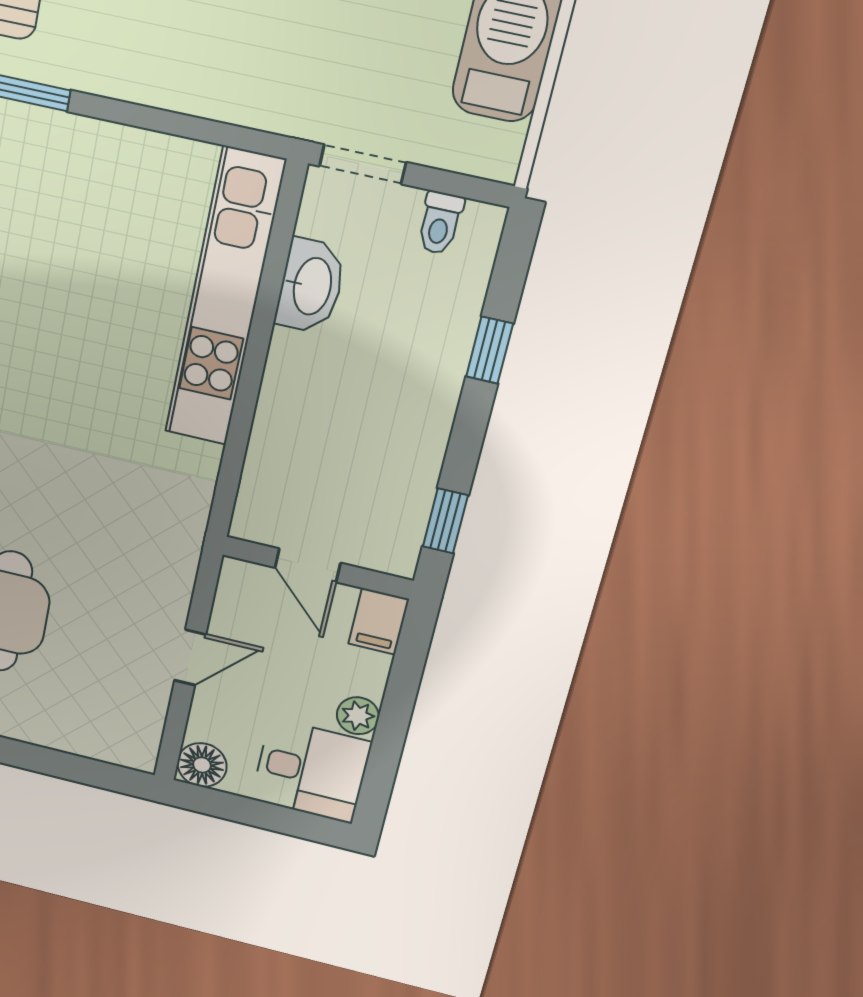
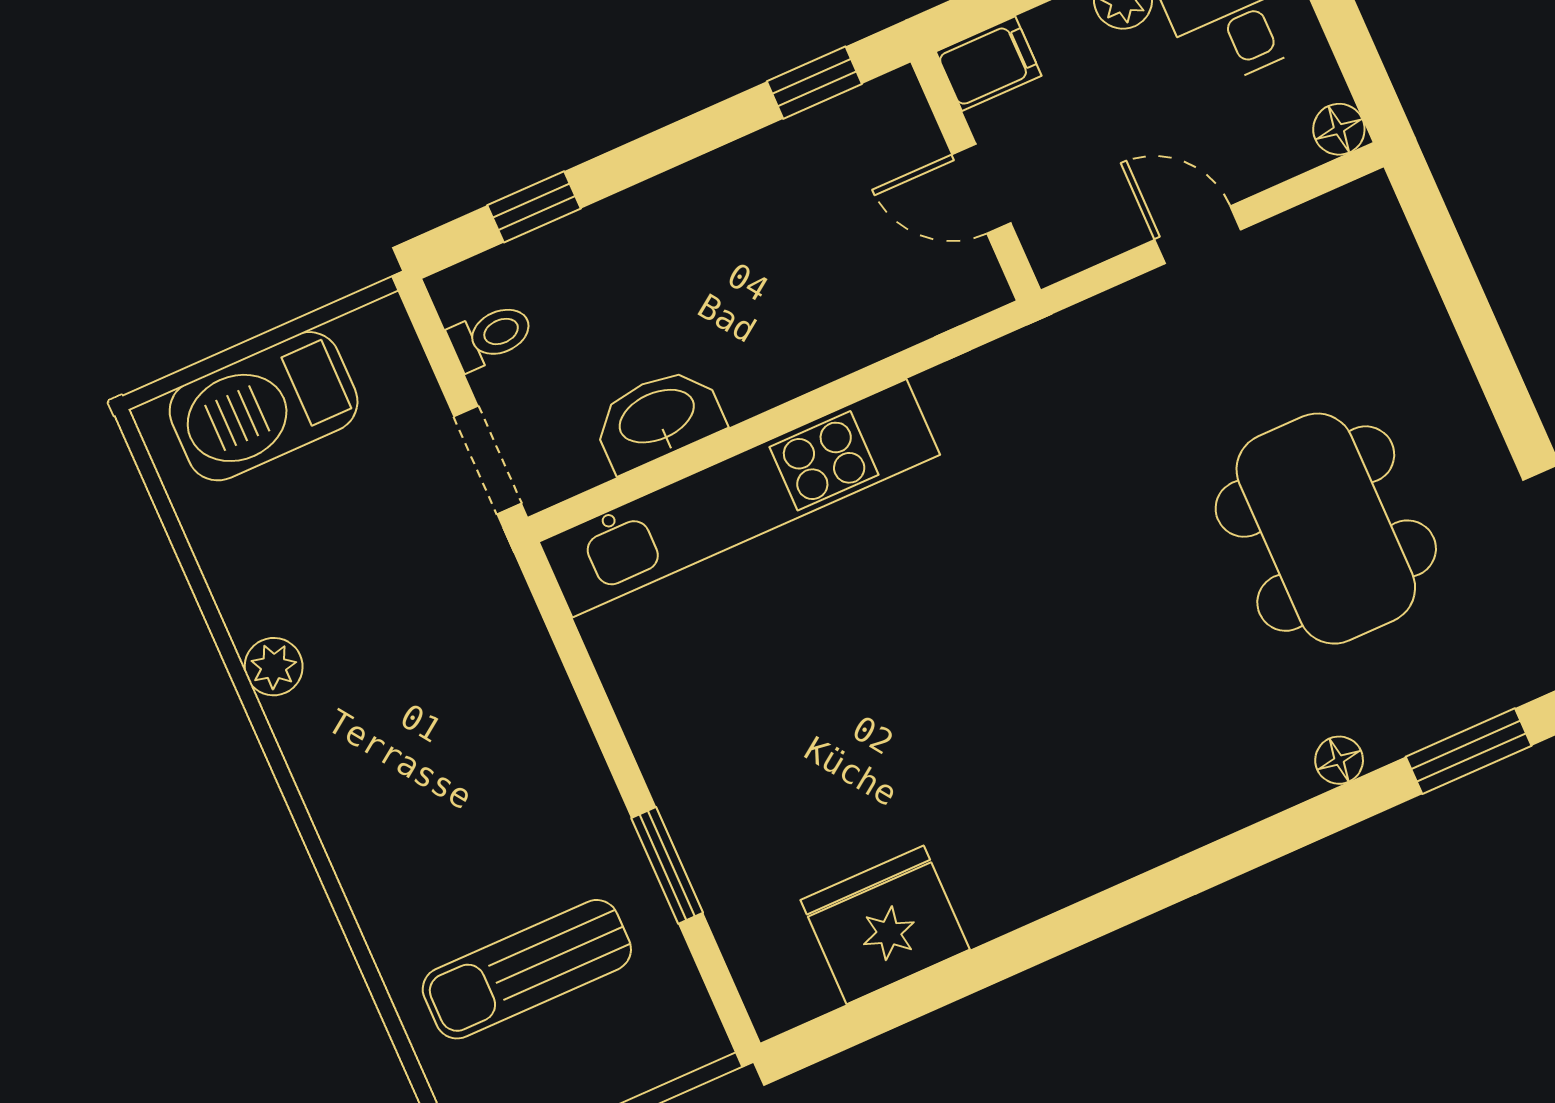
window: (490, 350) -> (534, 207), moved
door: (308, 565) -> (981, 189), swing flipped
floor lamp: (202, 765) -> (1339, 129), width x0.73, depth x0.73

